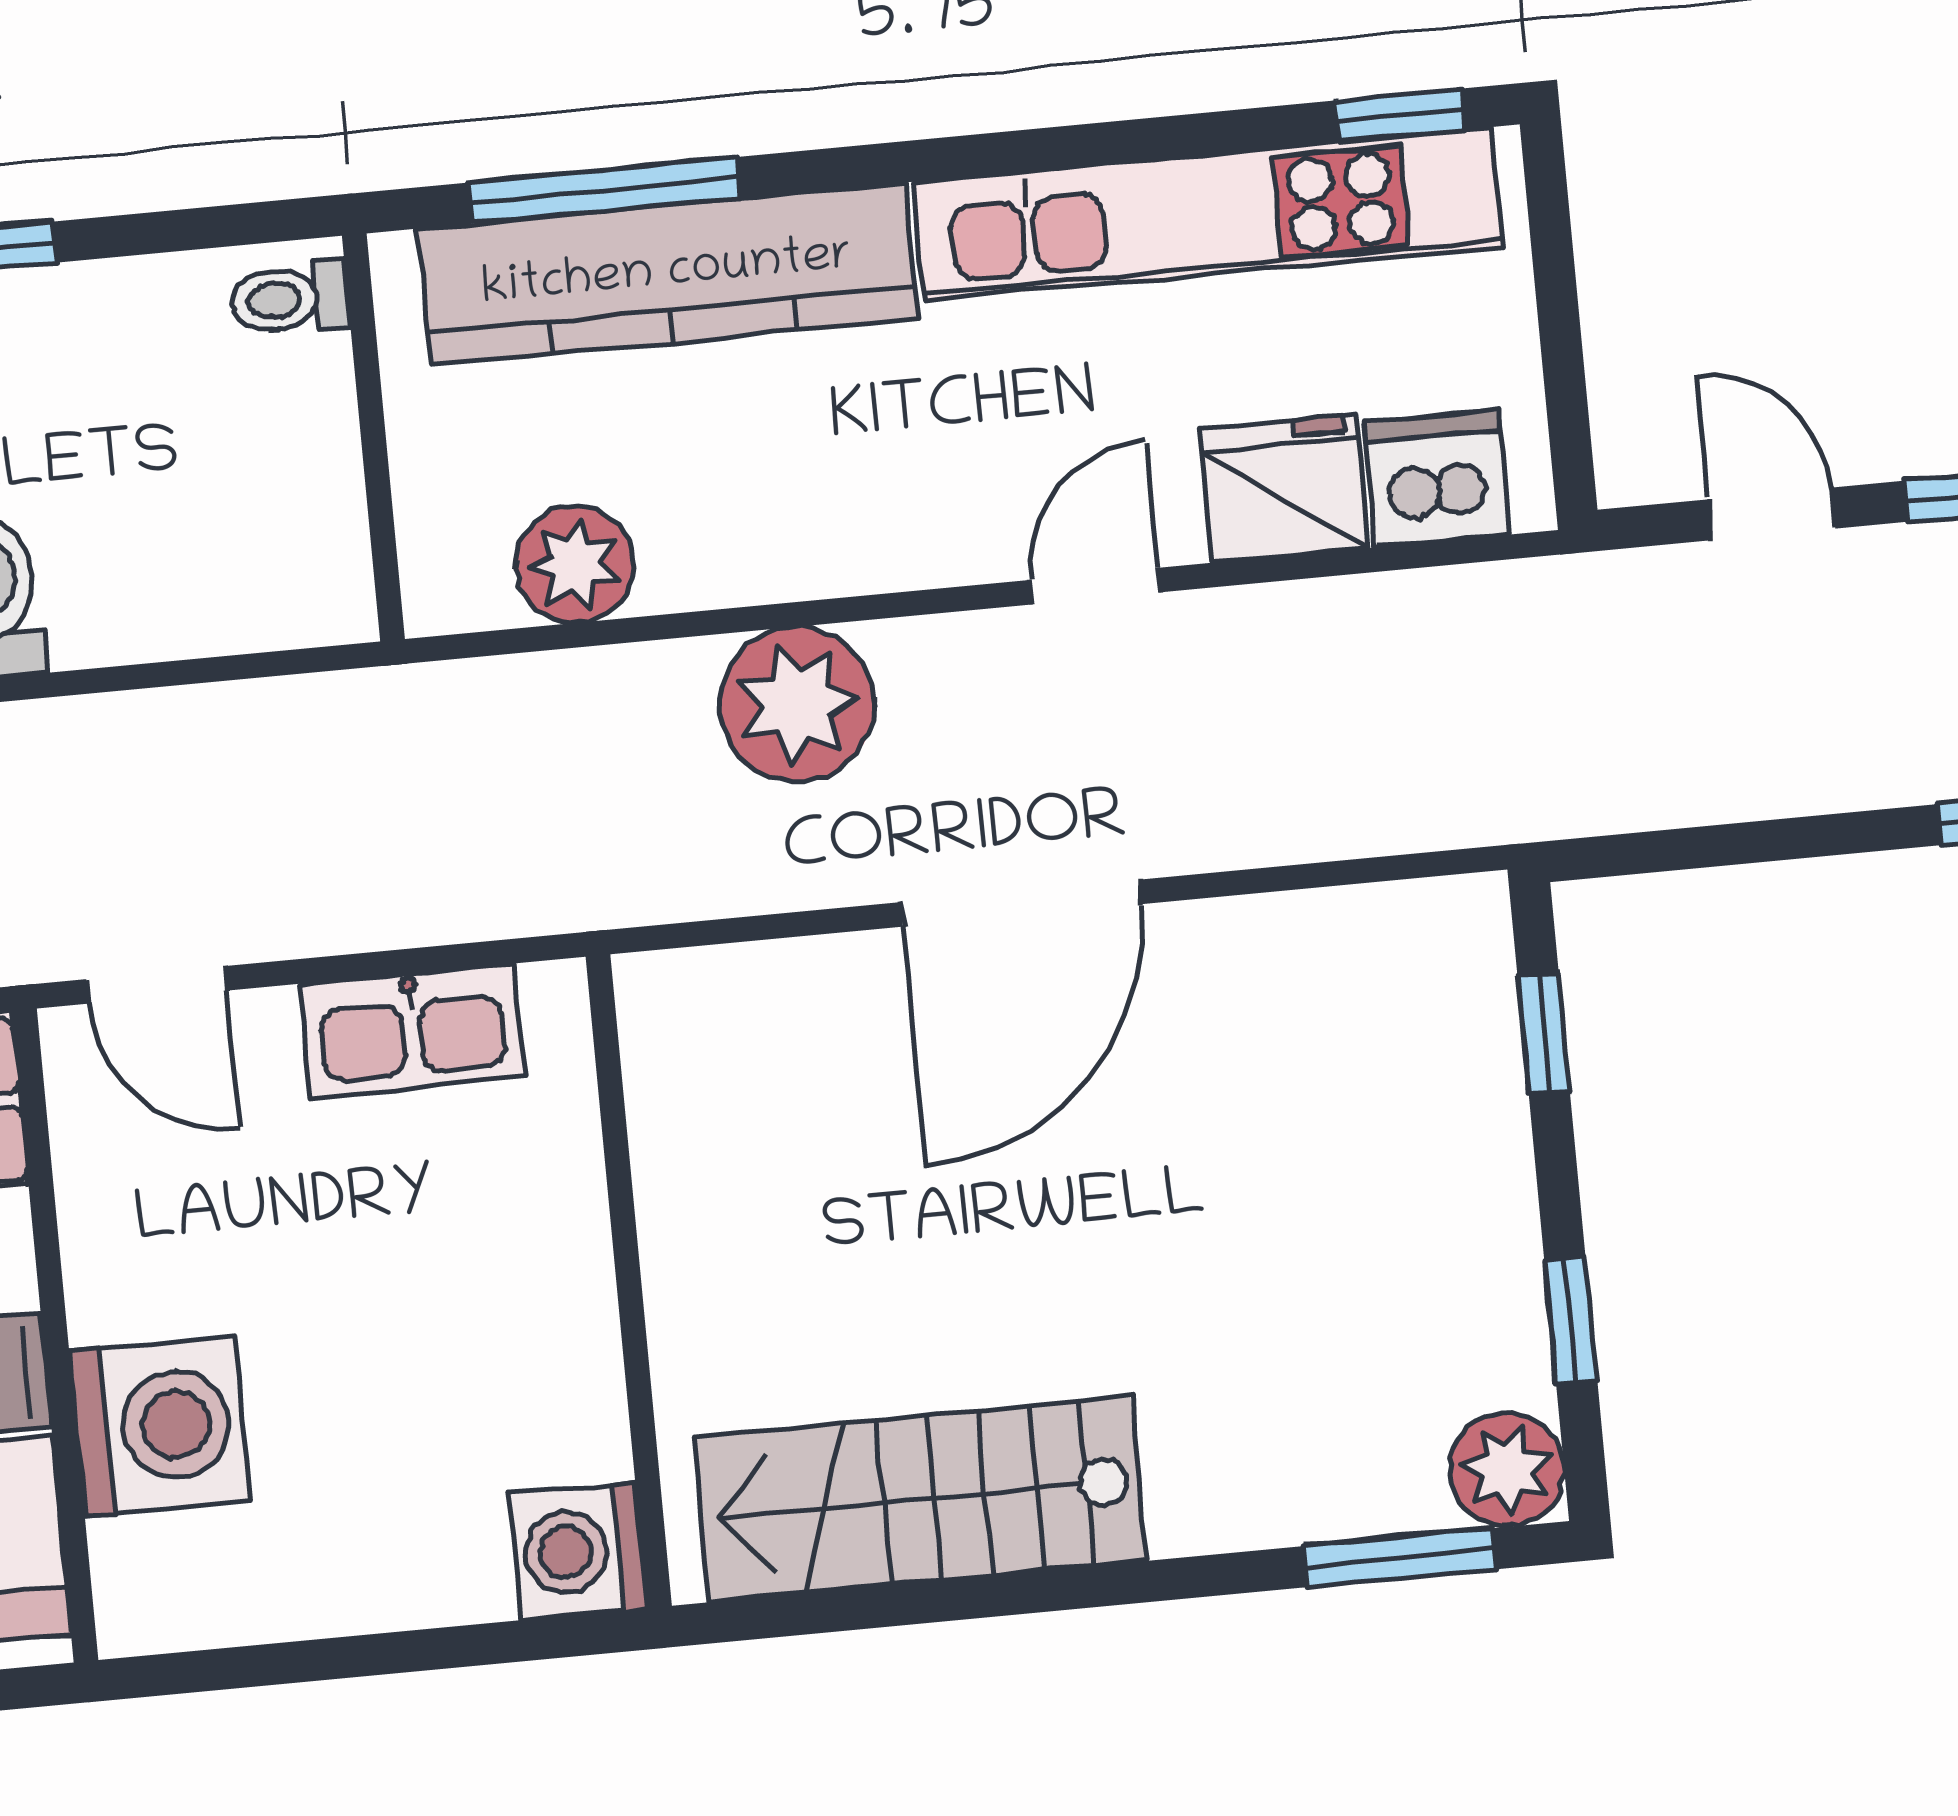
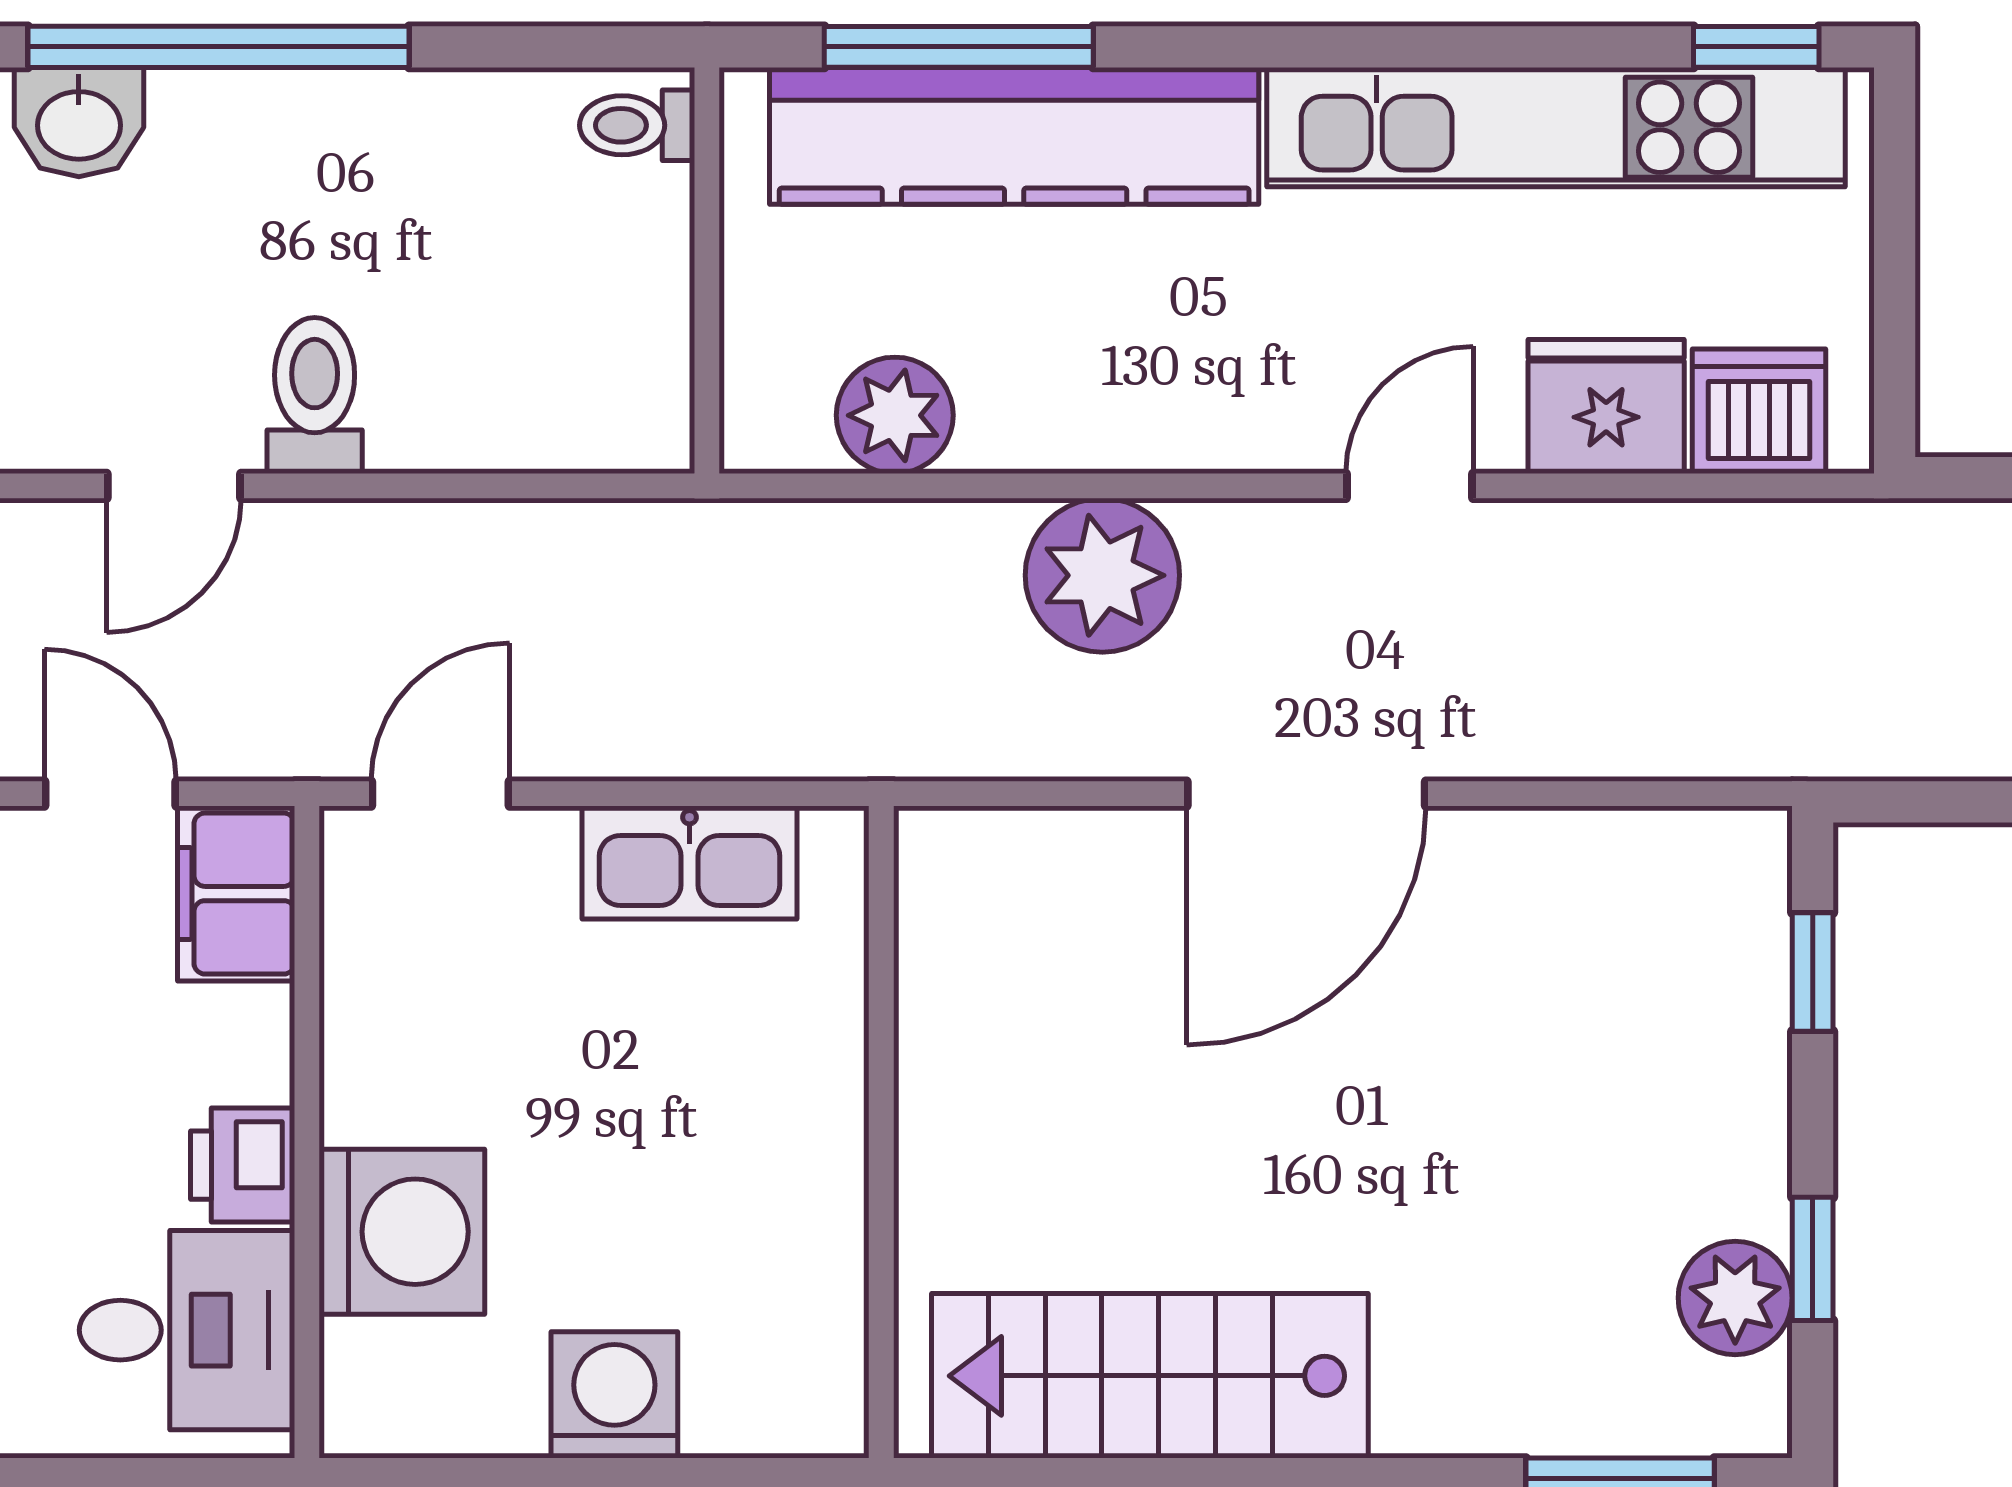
door: (156, 985) -> (440, 794), swing flipped
plant: (1507, 1470) -> (1735, 1298), moved
washing machine: (578, 1551) -> (614, 1395), moved, turned 90

